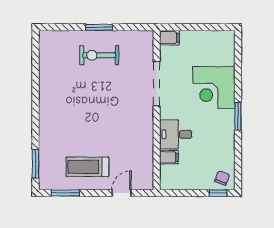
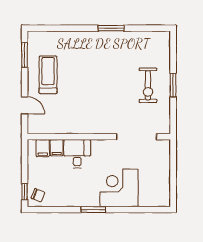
filing cabinet: (169, 38) -> (43, 148), moved
exercise bike: (99, 55) -> (148, 85), turned 180
doorway: (157, 84) -> (136, 137), moved
window: (35, 164) -> (111, 28), moved

